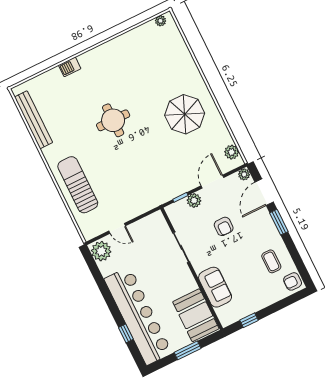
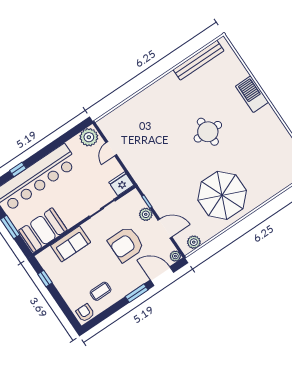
barbecue: (70, 67) -> (252, 94), width x1.88, depth x1.53
parasol: (185, 114) -> (222, 195), width x1.36, depth x1.36
sun lounger: (78, 185) -> (146, 108), removed
fridge: (157, 223) -> (121, 184), added
armchair: (224, 226) -> (126, 244), width x1.88, depth x1.88

